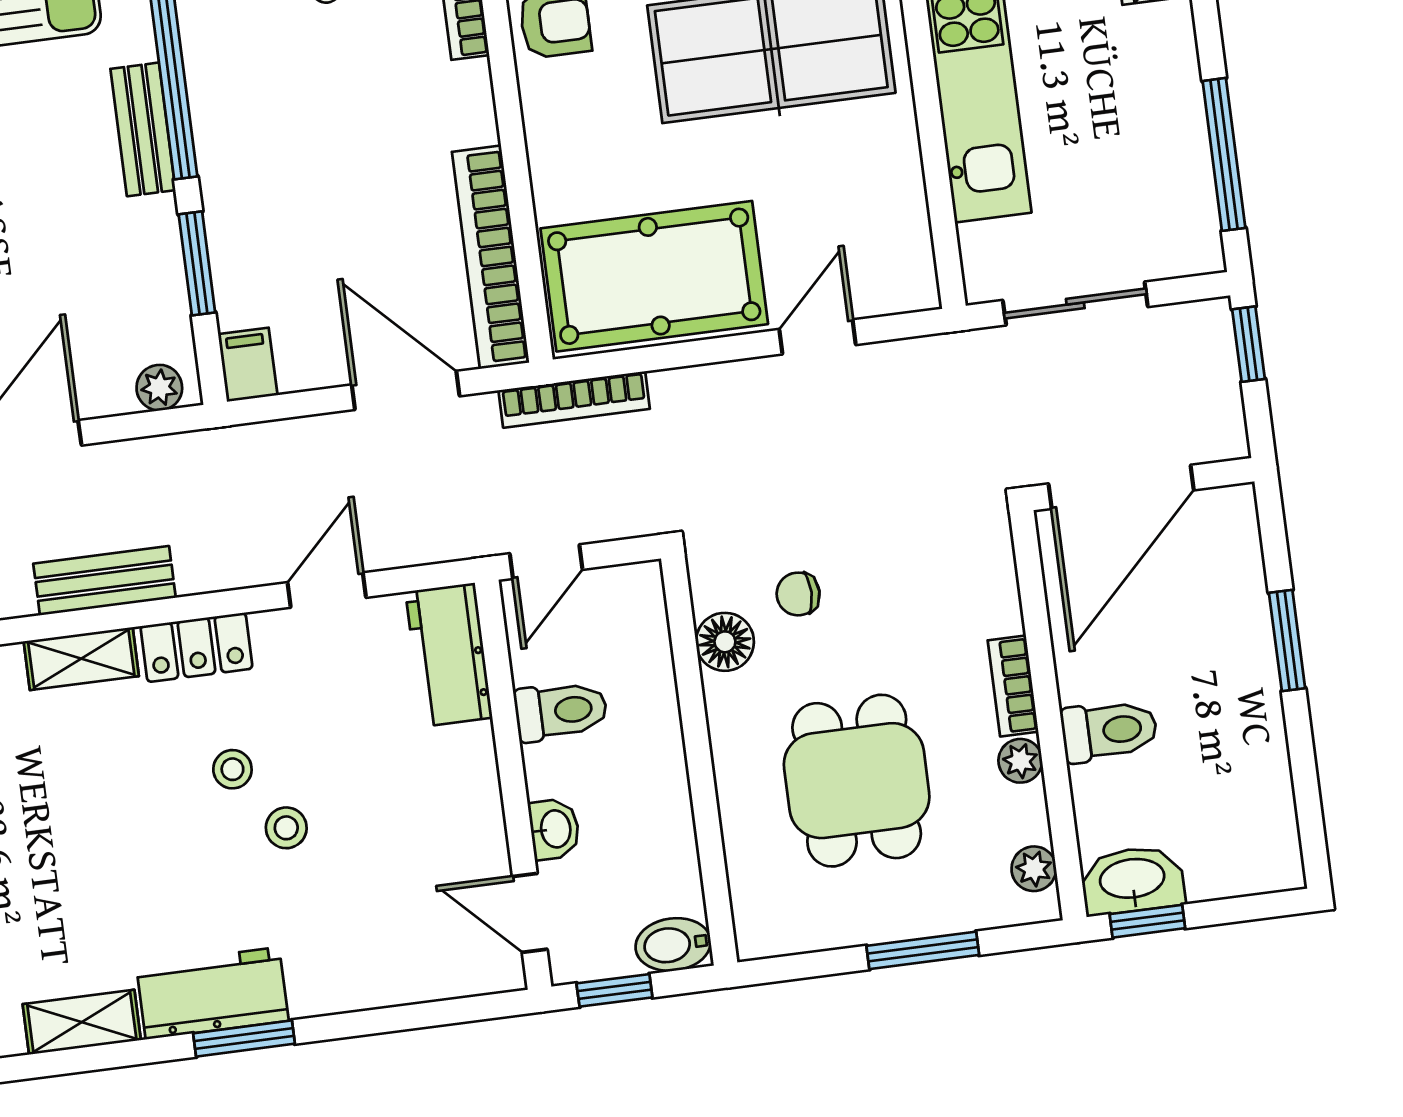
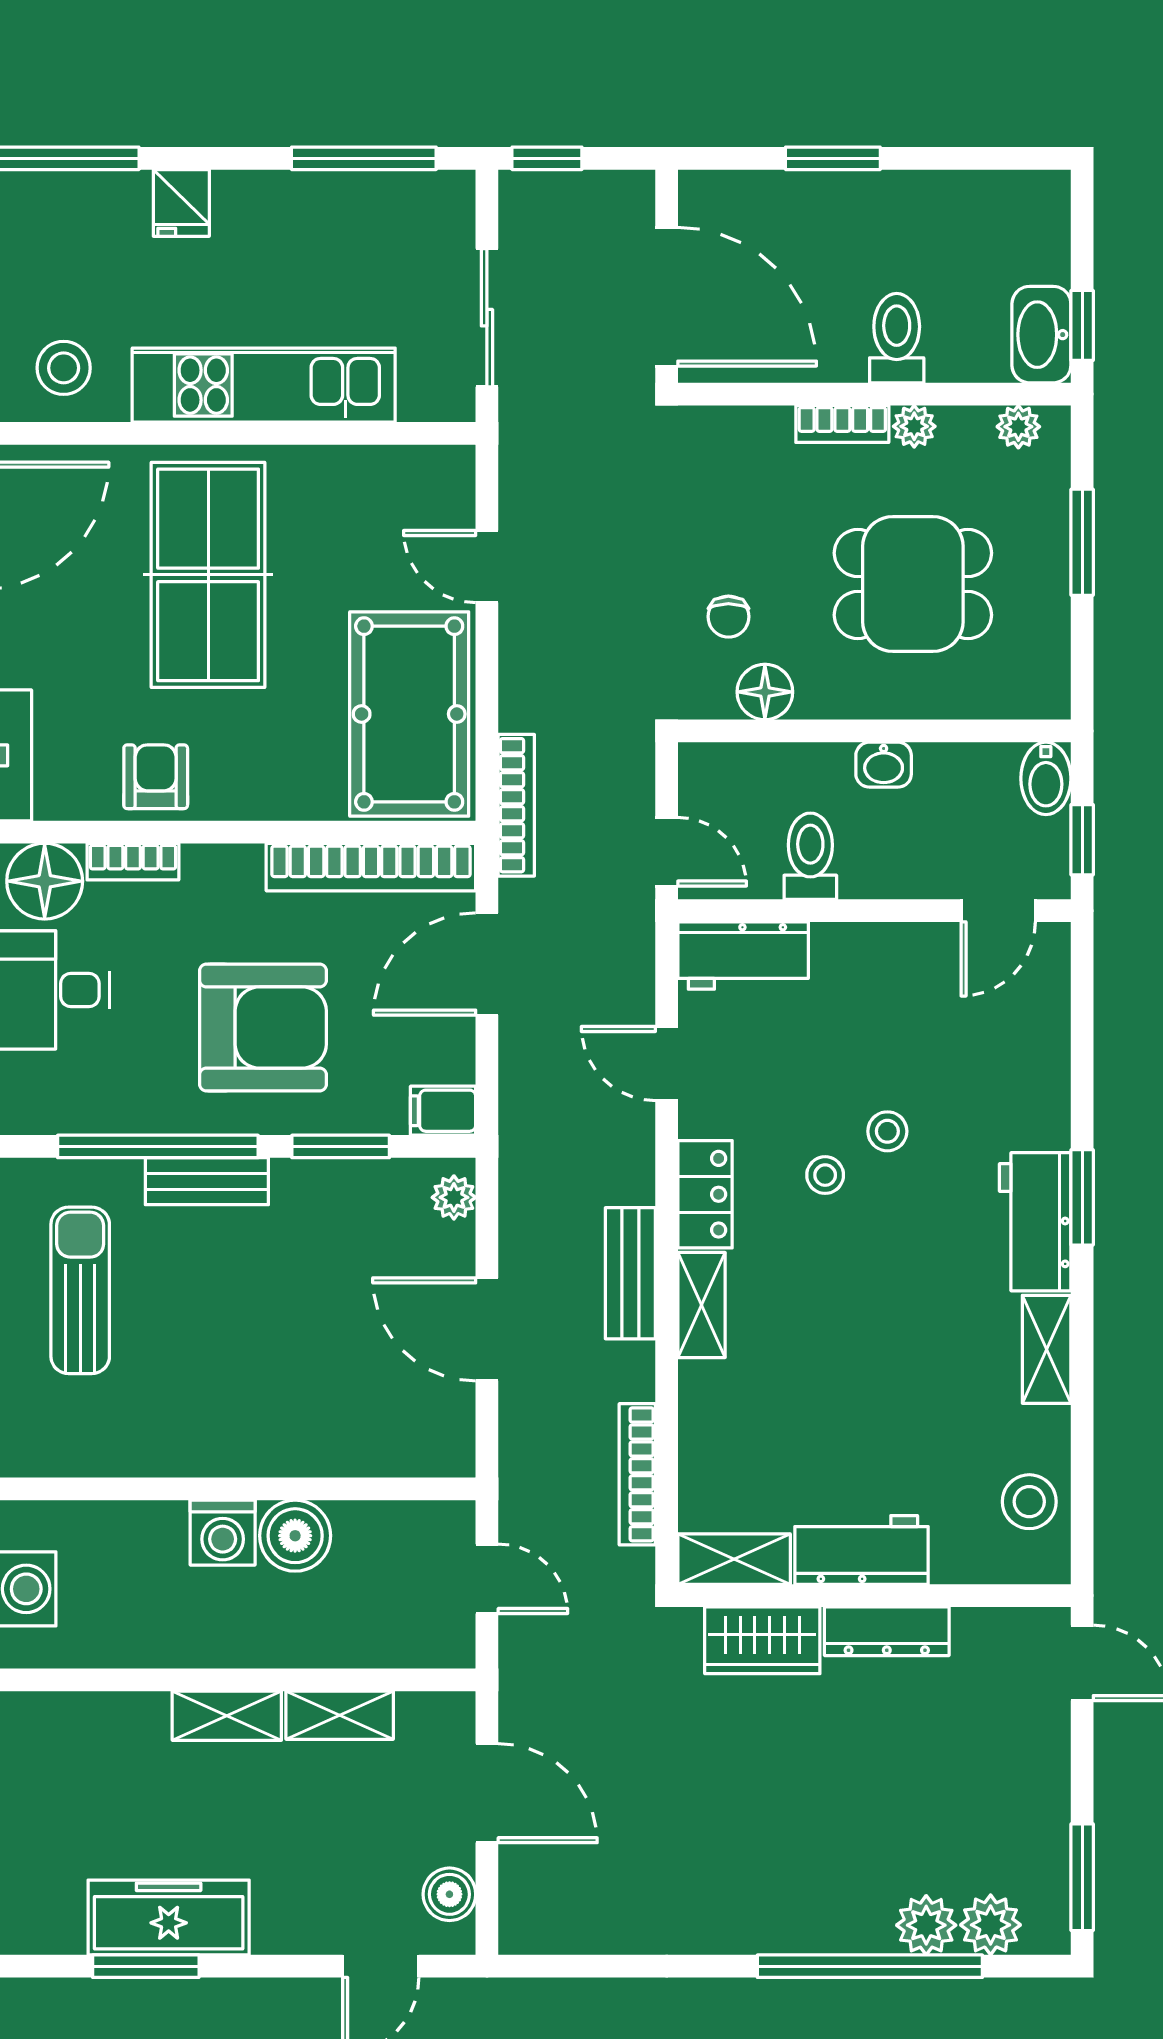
armchair: (310, 167) -> (263, 1028), added
washbasin: (554, 829) -> (884, 765), moved, turned 180

